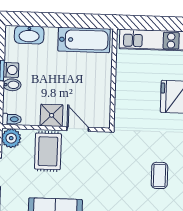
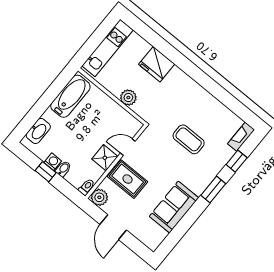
plant: (124, 94) -> (128, 98), added
coffee table: (159, 175) -> (189, 139), moved, width x1.36, depth x1.30

